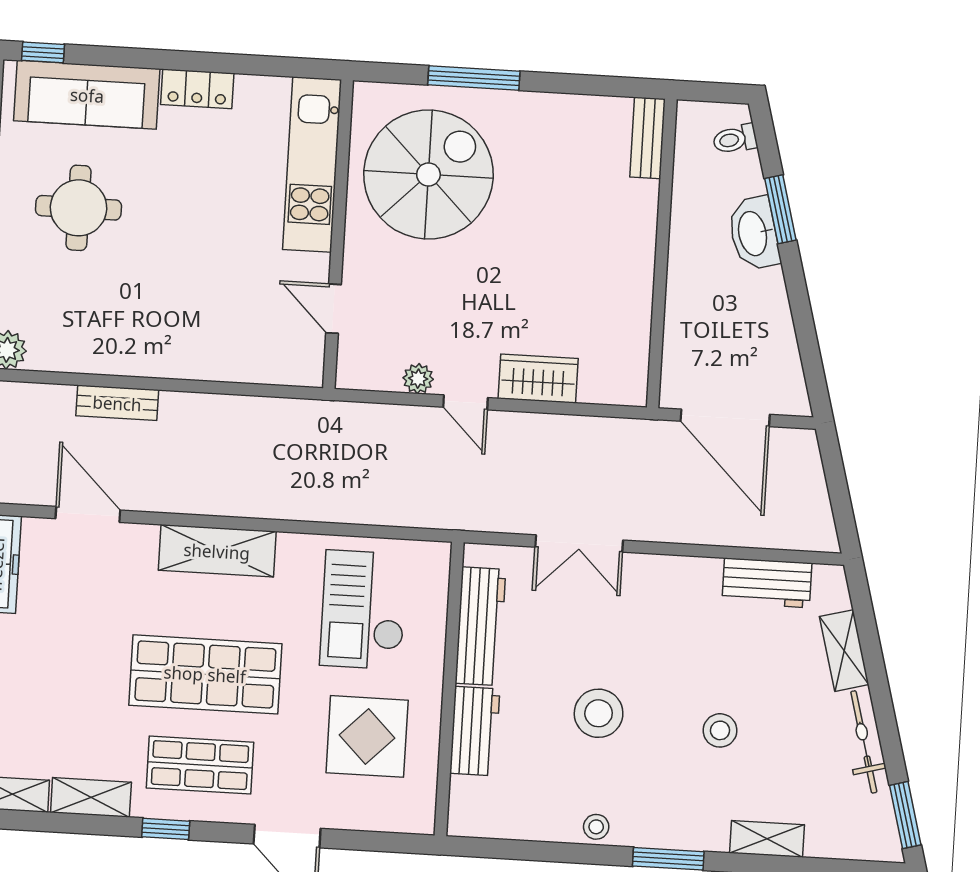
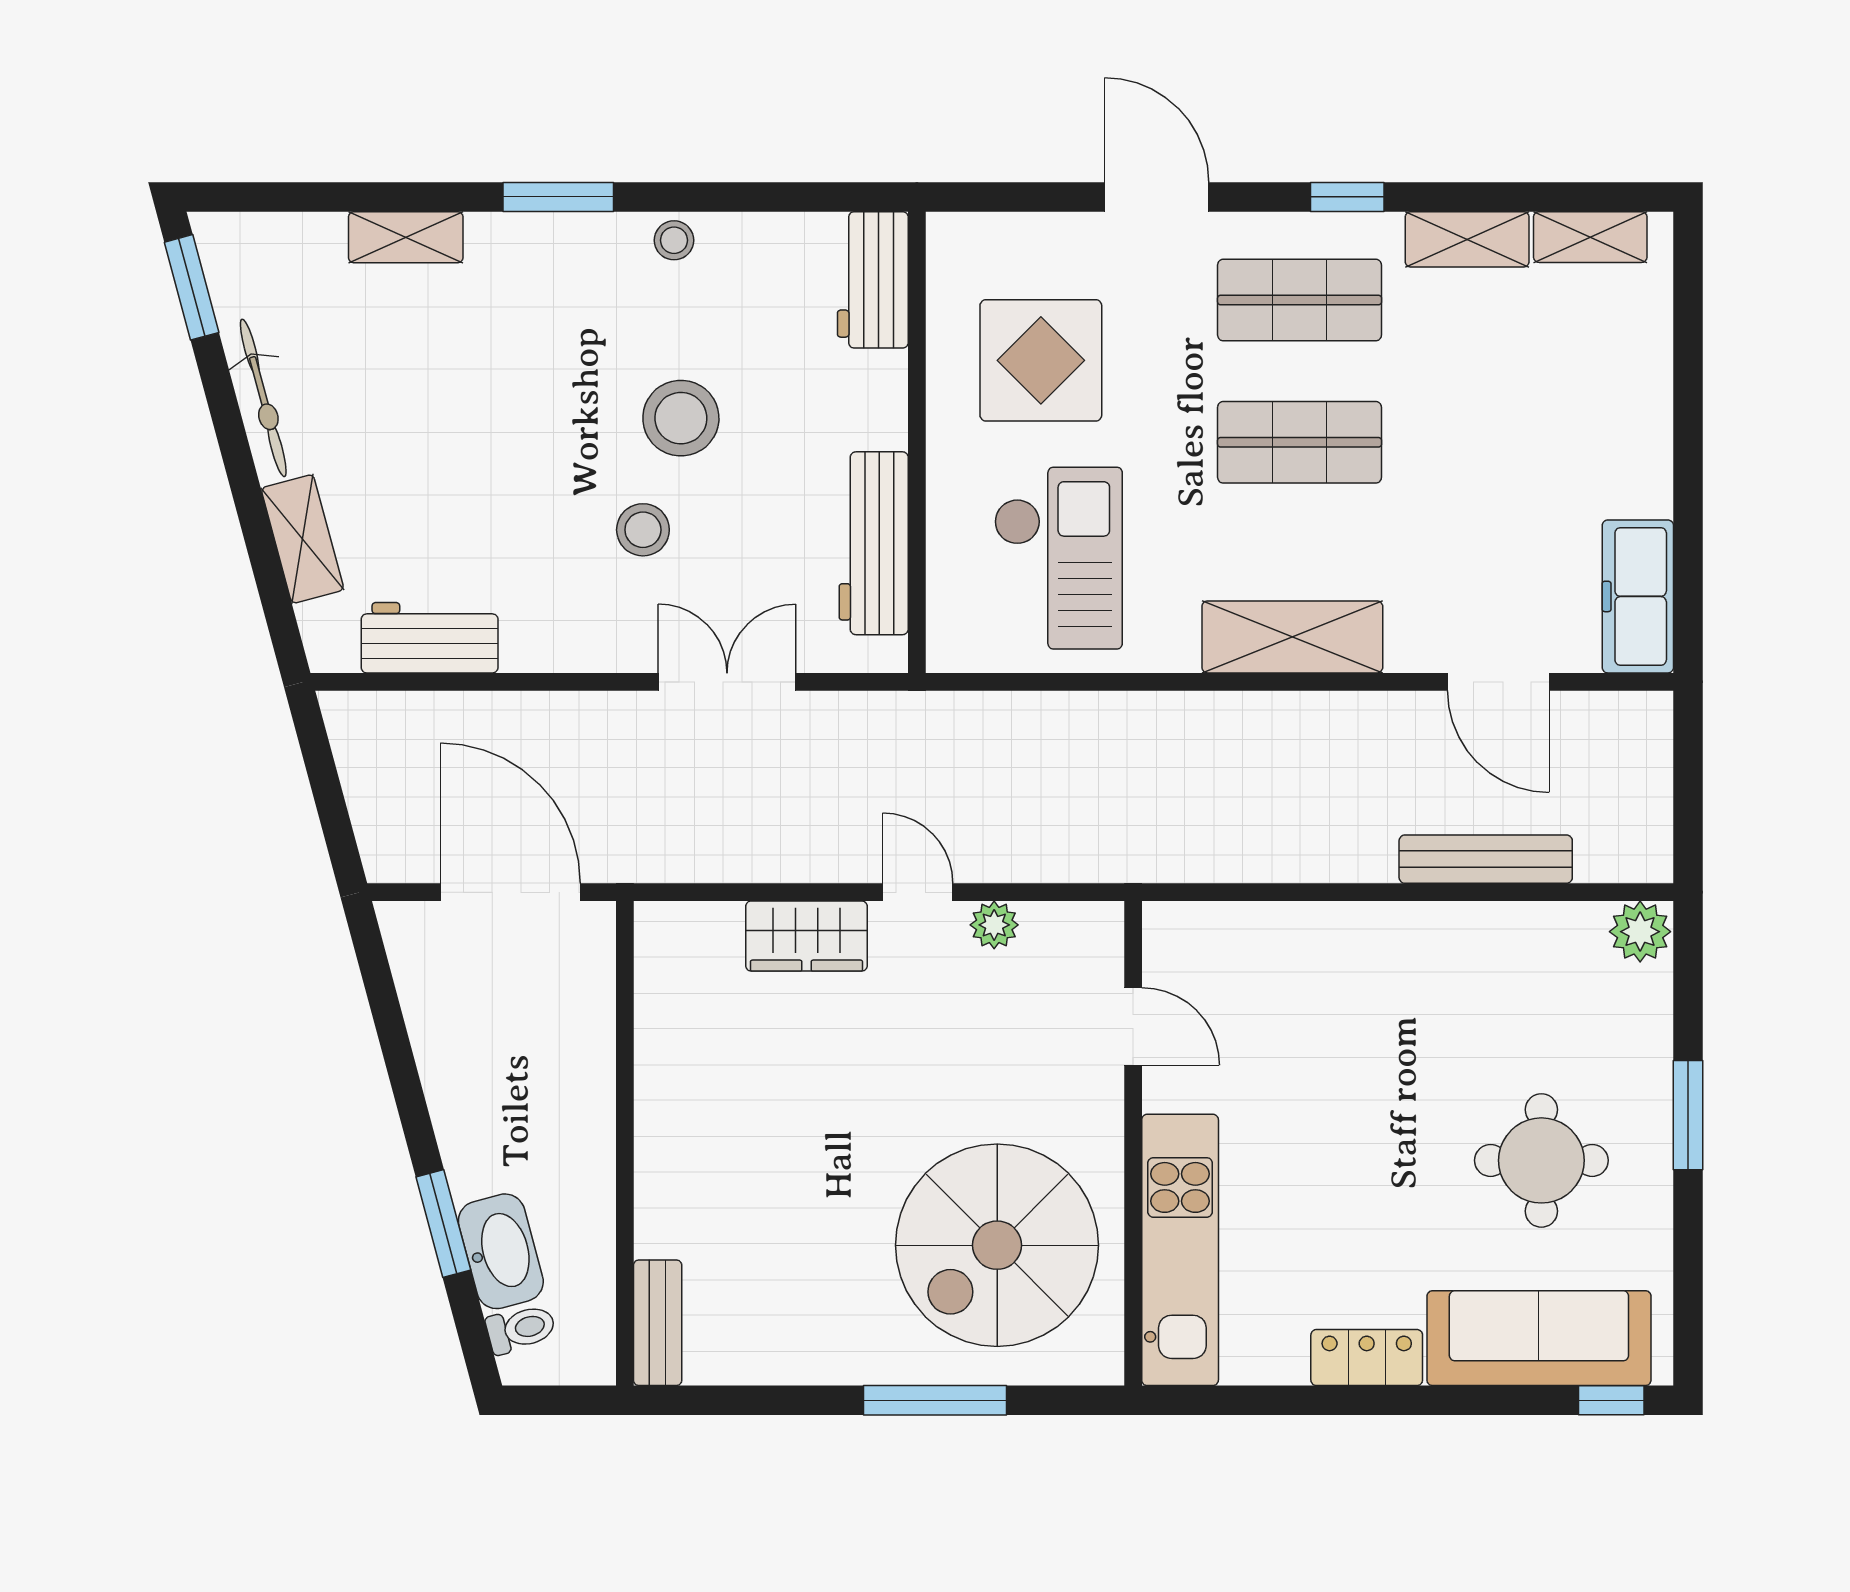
washbasin: (754, 233) -> (501, 1251), moved
bench: (117, 403) -> (1486, 859), width x1.36
shop shelf: (205, 674) -> (1300, 442), width x0.70, depth x0.74
stool: (720, 730) -> (643, 530), moved
workbench: (475, 731) -> (873, 280), moved

